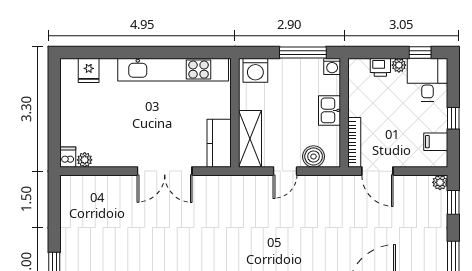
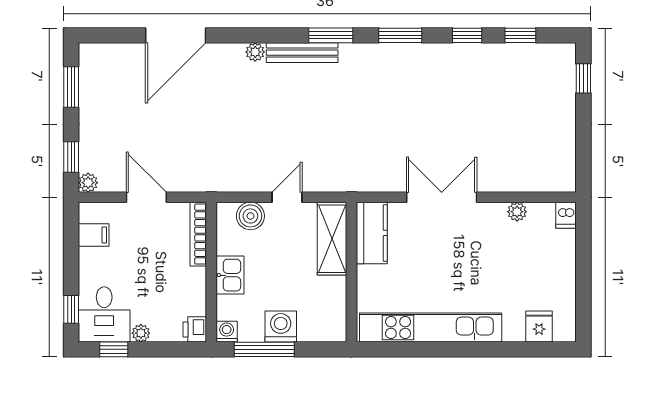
printer: (380, 67) -> (195, 329), moved, turned -90
washing machine: (255, 70) -> (281, 327), moved
window: (453, 118) -> (71, 309), moved
plant: (85, 160) -> (517, 212), moved
door: (377, 171) -> (146, 197), moved

